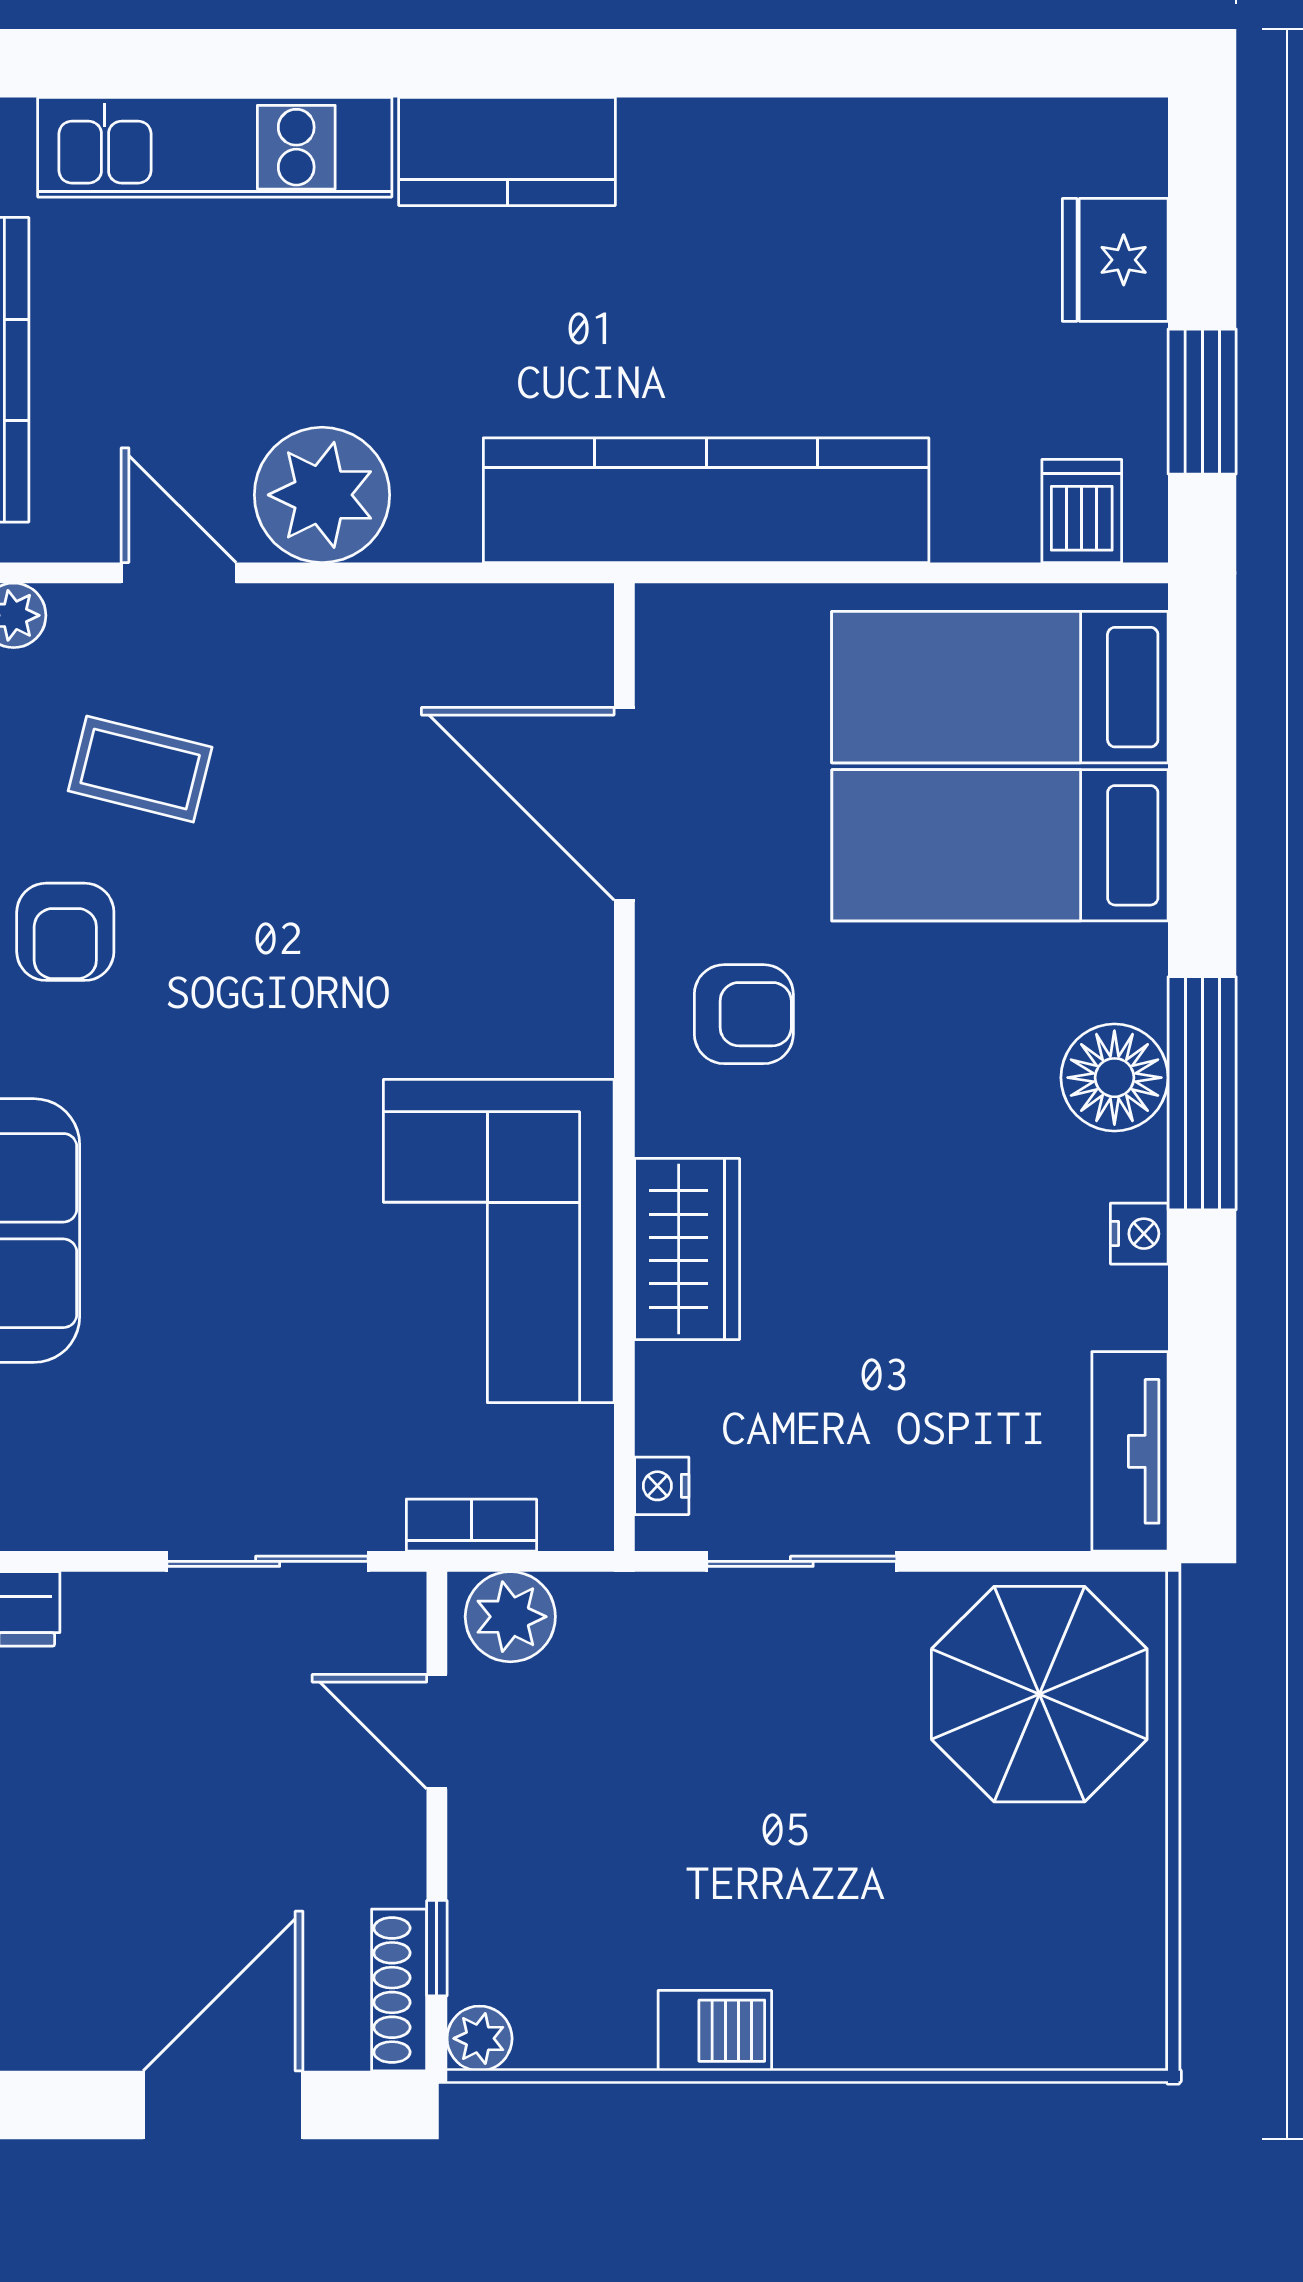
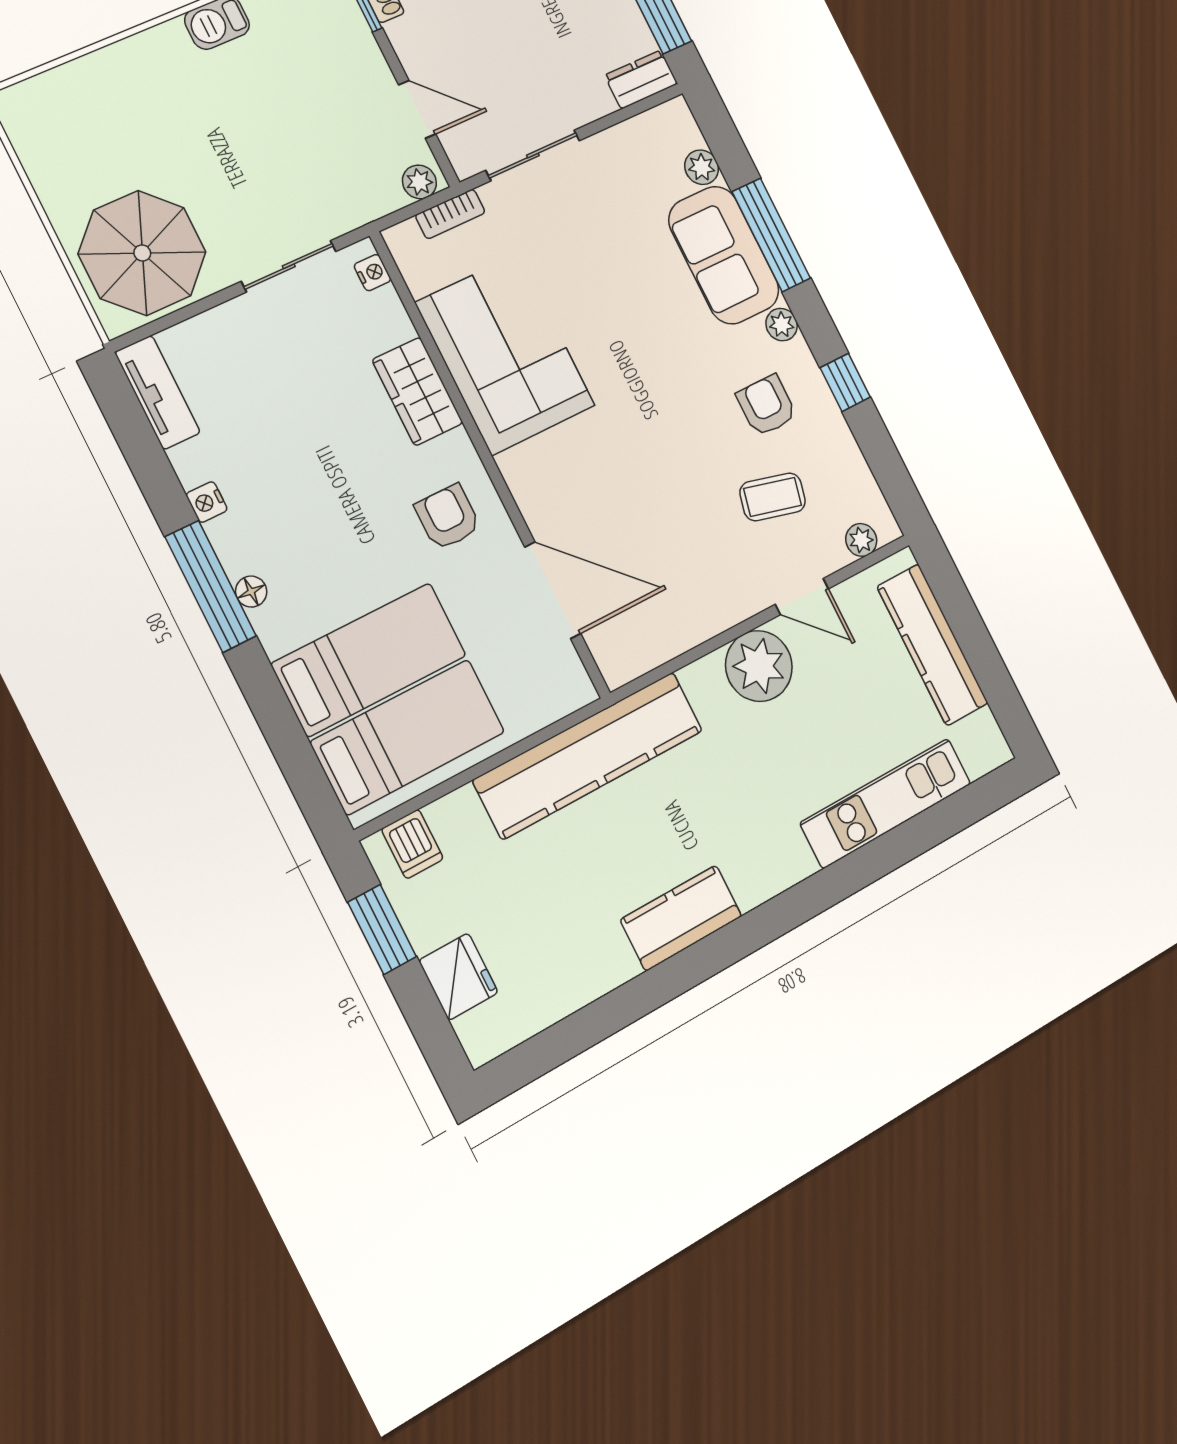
kitchen counter: (507, 151) -> (681, 918), moved
armchair: (744, 1014) -> (448, 517), turned 90
floor lamp: (1114, 1078) -> (251, 592), width x0.53, depth x0.53
plant: (510, 1617) -> (419, 182), width x0.73, depth x0.73

